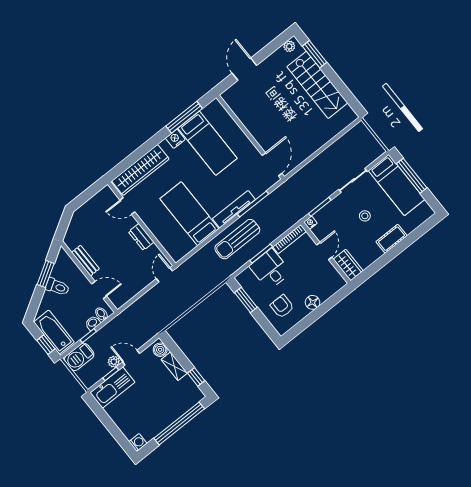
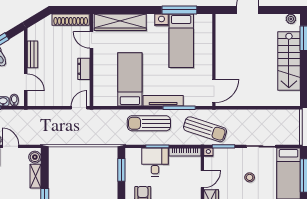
shoe rack: (95, 203) -> (71, 20), added
sun lounger: (291, 205) -> (205, 129), added

